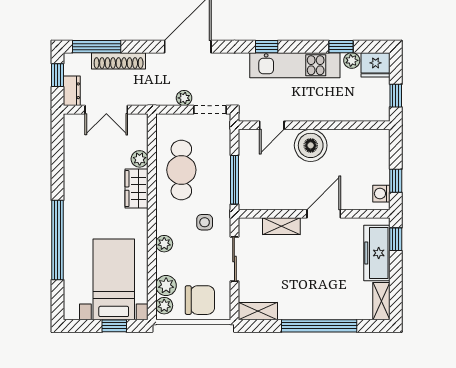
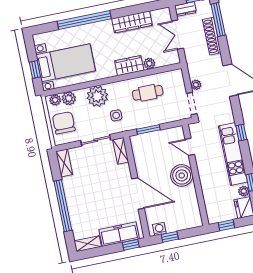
cafe table: (181, 170) -> (148, 93), width x0.73, depth x0.74
wardrobe: (74, 172) -> (132, 22), added
window: (234, 180) -> (148, 129), width x0.69
door: (324, 214) -> (138, 193), width x1.36
shelving: (281, 226) -> (121, 151), moved
plant: (164, 244) -> (97, 96), width x1.88, depth x1.88
chair: (200, 300) -> (64, 123), turned 180

